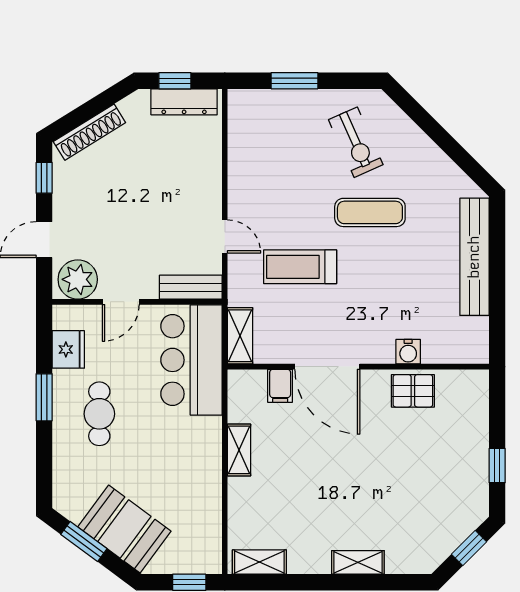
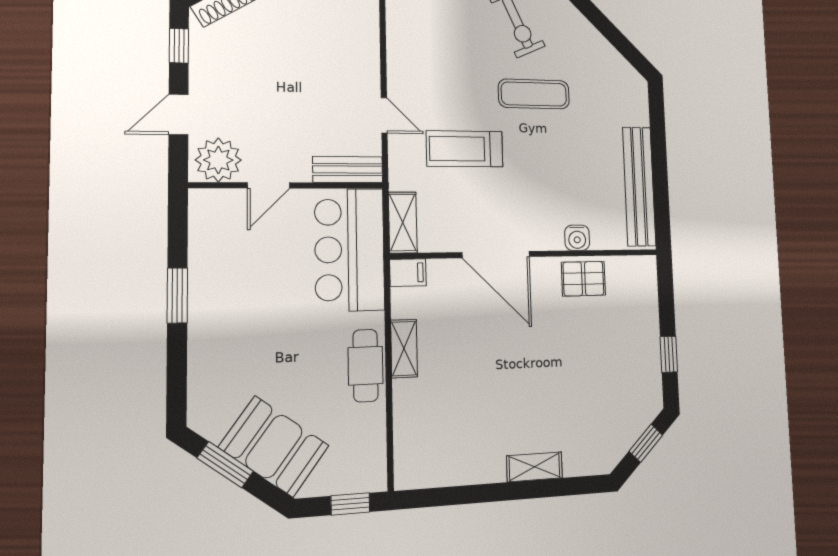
bench: (474, 257) -> (639, 186), moved
fridge: (68, 349) -> (207, 239), removed
filing cabinet: (280, 386) -> (408, 273), moved, turned -90
cafe table: (99, 414) -> (365, 366), moved
shelving: (259, 562) -> (429, 474), removed

